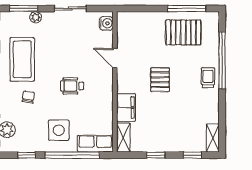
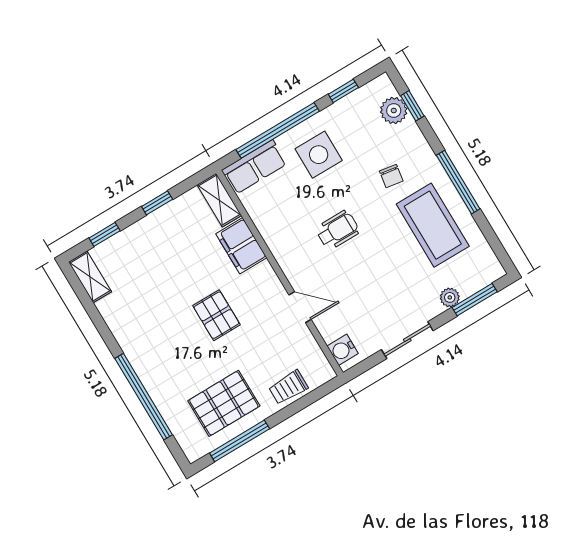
trolley: (208, 78) -> (288, 387), moved, turned 90

